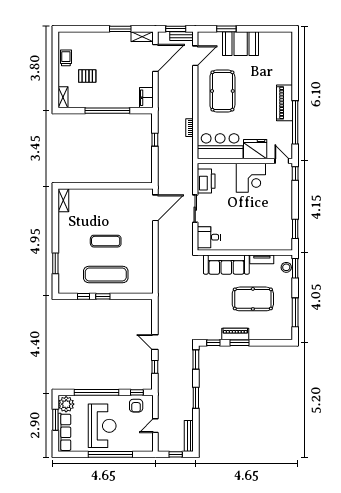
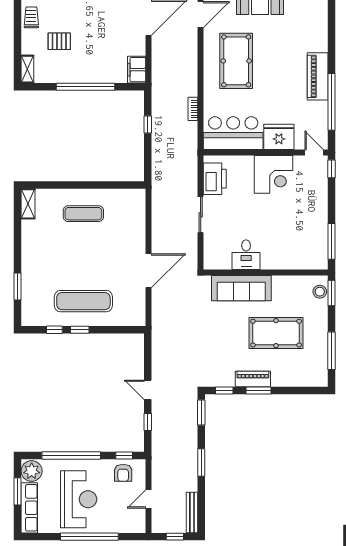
door: (155, 208) -> (148, 271), moved
window: (295, 229) -> (332, 241), width x1.44
desk: (209, 237) -> (246, 255), moved, turned -90
exercise mat: (106, 241) -> (83, 214), moved
tv unit: (262, 259) -> (288, 281), removed

